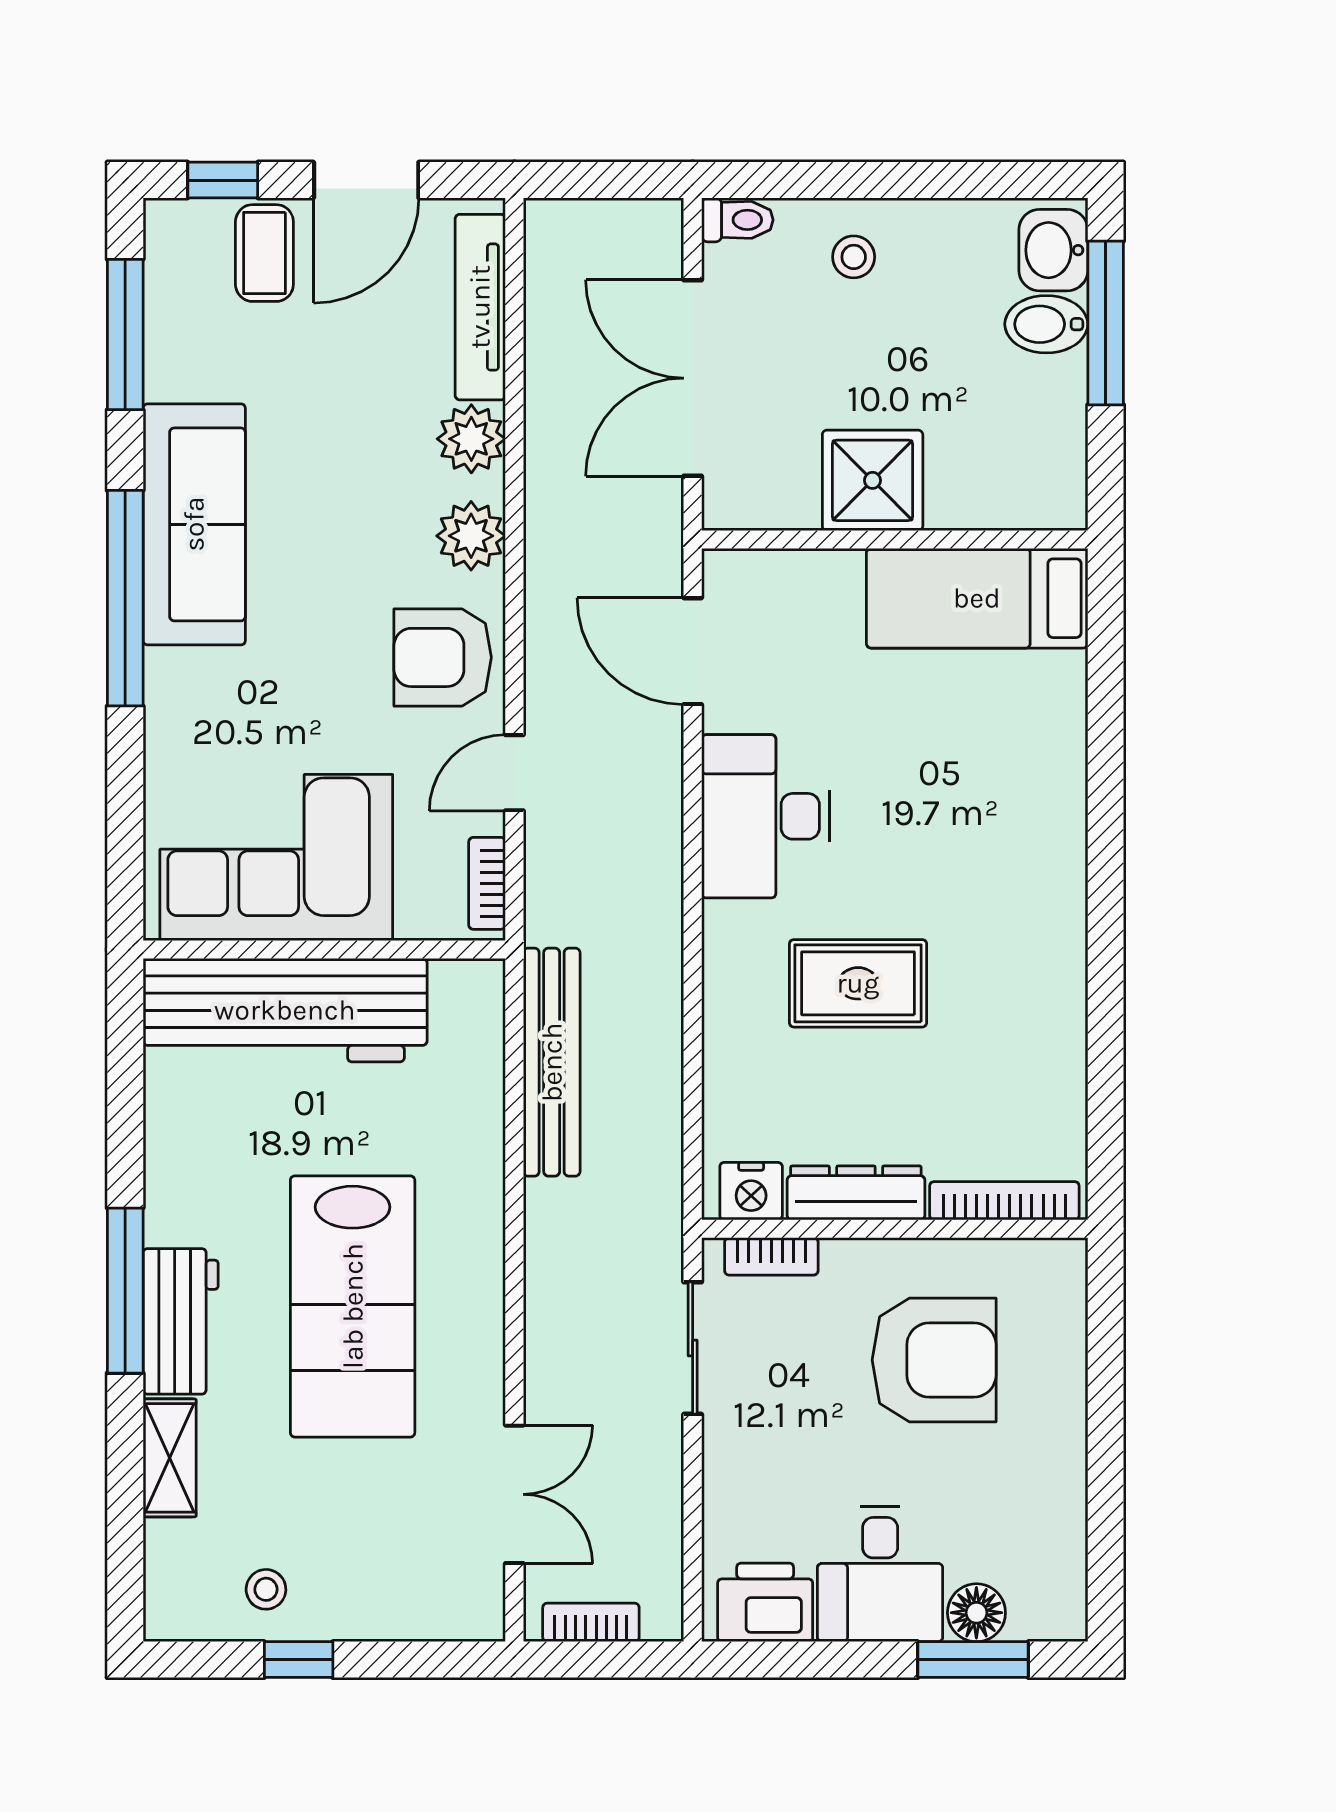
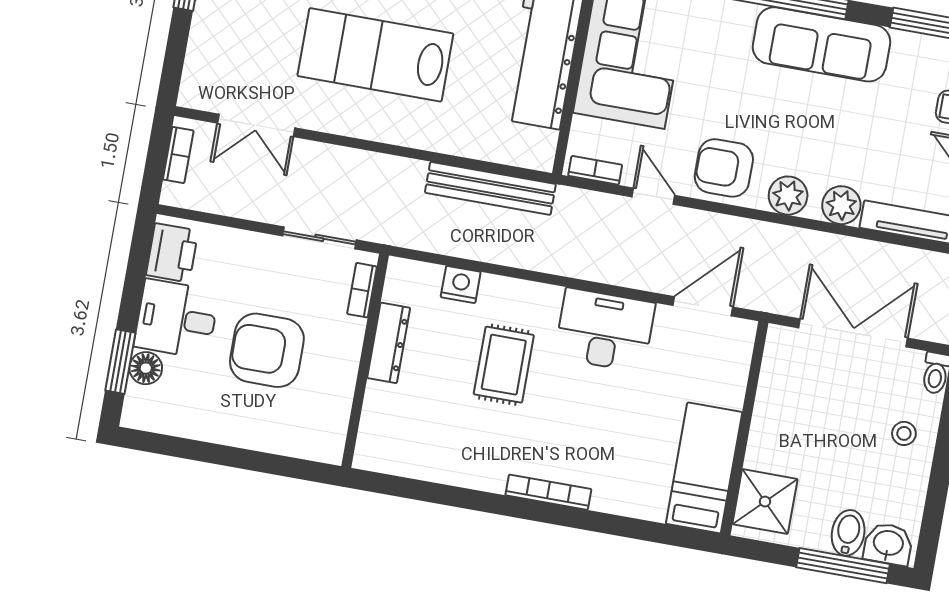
shower: (873, 480) -> (765, 502), moved
armchair: (443, 657) -> (724, 168), turned -90
nightstand: (751, 1191) -> (461, 284), moved, turned 90
bookcase: (1004, 1201) -> (548, 492), moved, turned -90
armchair: (934, 1360) -> (267, 350), moved, turned 90

